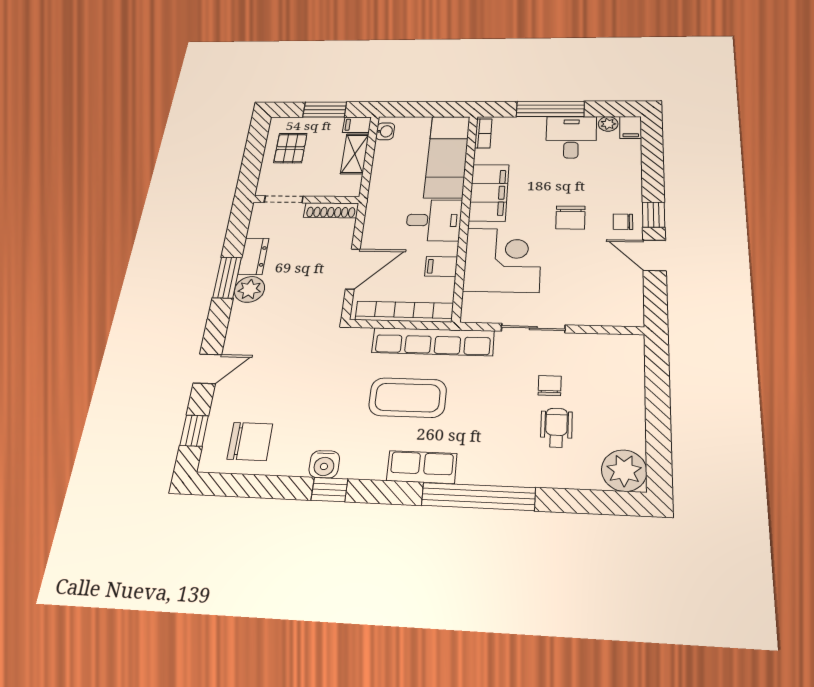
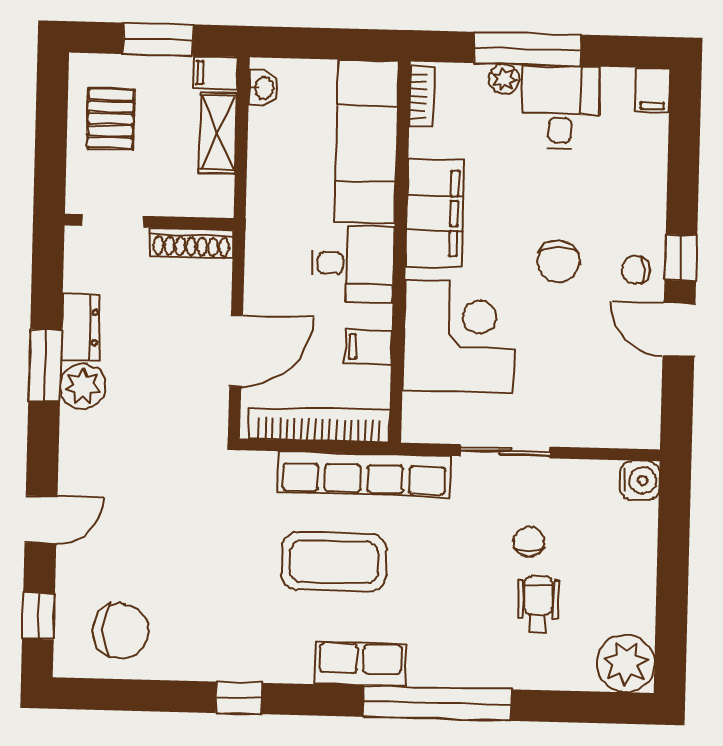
plant: (608, 124) -> (504, 79), moved
water cooler: (324, 464) -> (640, 480), moved, turned -90

